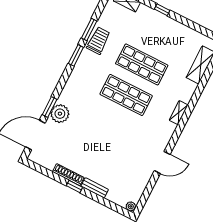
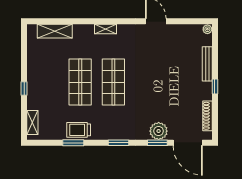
window: (76, 55) -> (118, 143), moved
shoe rack: (68, 175) -> (207, 116), moved
bench: (95, 188) -> (207, 64), width x1.36

